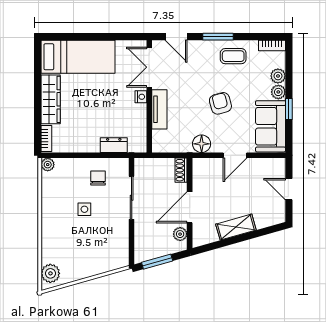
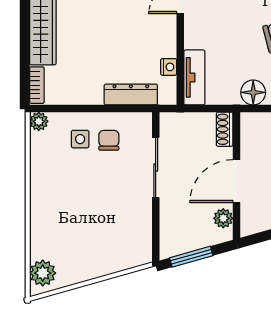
nightstand: (141, 97) -> (169, 67), moved
tv unit: (159, 109) -> (194, 77), moved
dresser: (114, 145) -> (131, 94), width x1.44
side table: (84, 209) -> (80, 139), moved

